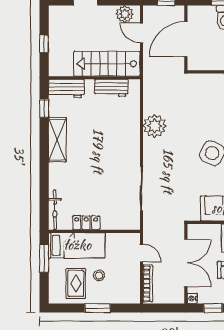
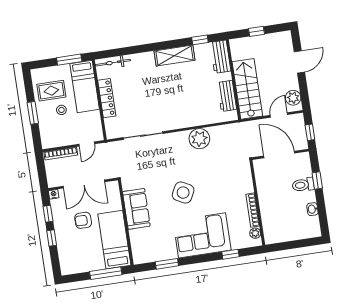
locker: (86, 223) -> (107, 98), width x1.53

